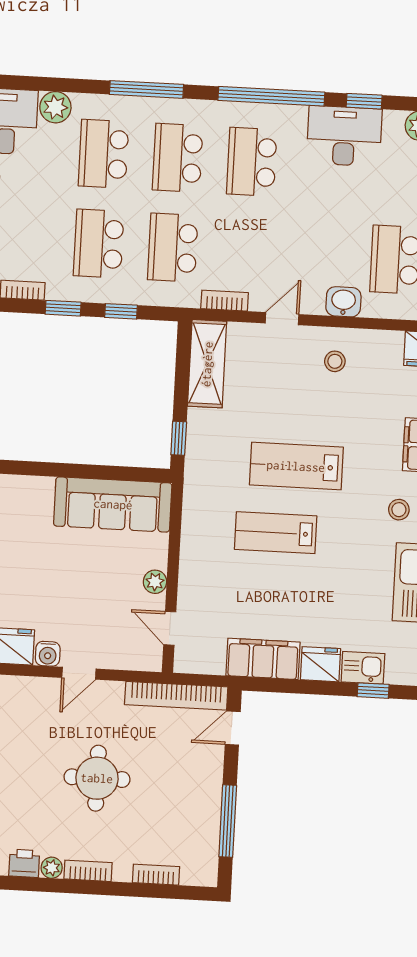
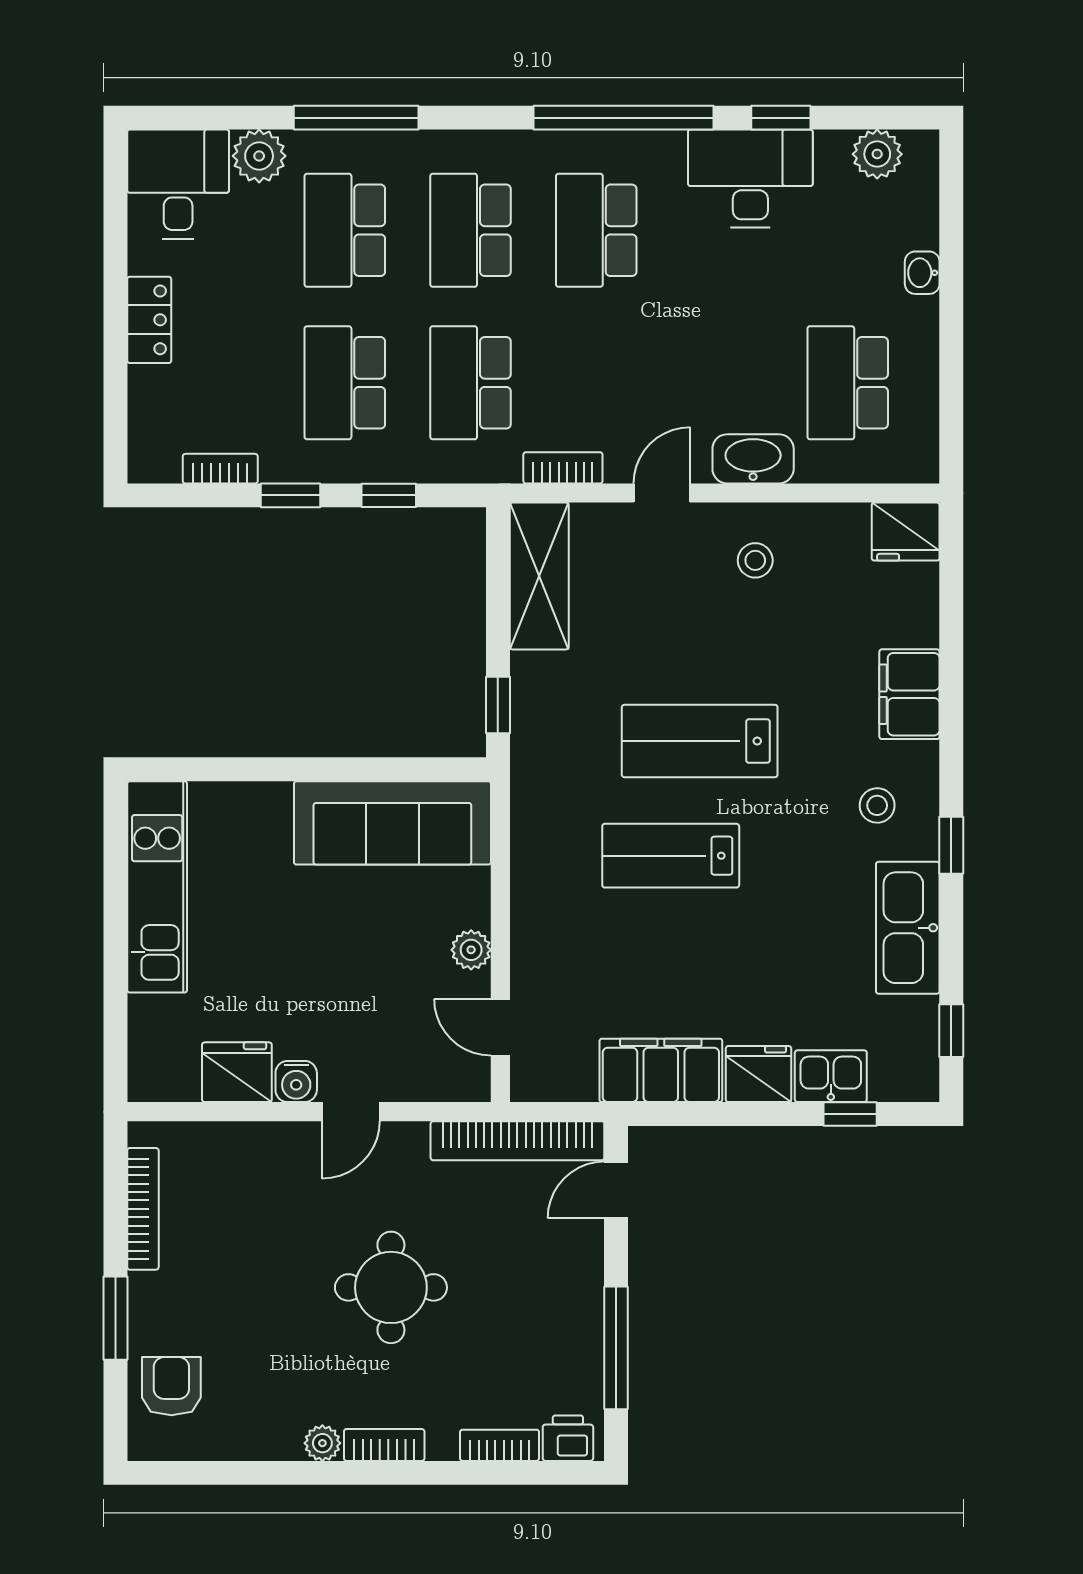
window: (147, 89) -> (356, 118), moved
washbasin: (343, 302) -> (753, 459), width x1.38
printer: (24, 863) -> (568, 1438), moved

